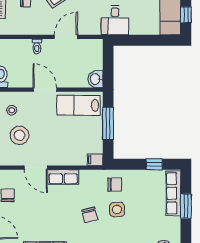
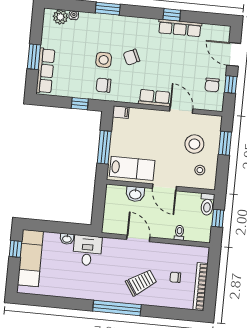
washbasin: (136, 30) -> (67, 239), added
door: (66, 37) -> (138, 238), swing flipped
toilet: (37, 46) -> (179, 233), moved
washbasin: (95, 79) -> (135, 194), moved, turned 90
window: (154, 164) -> (80, 104), moved
chair: (90, 215) -> (131, 57), turned -100

